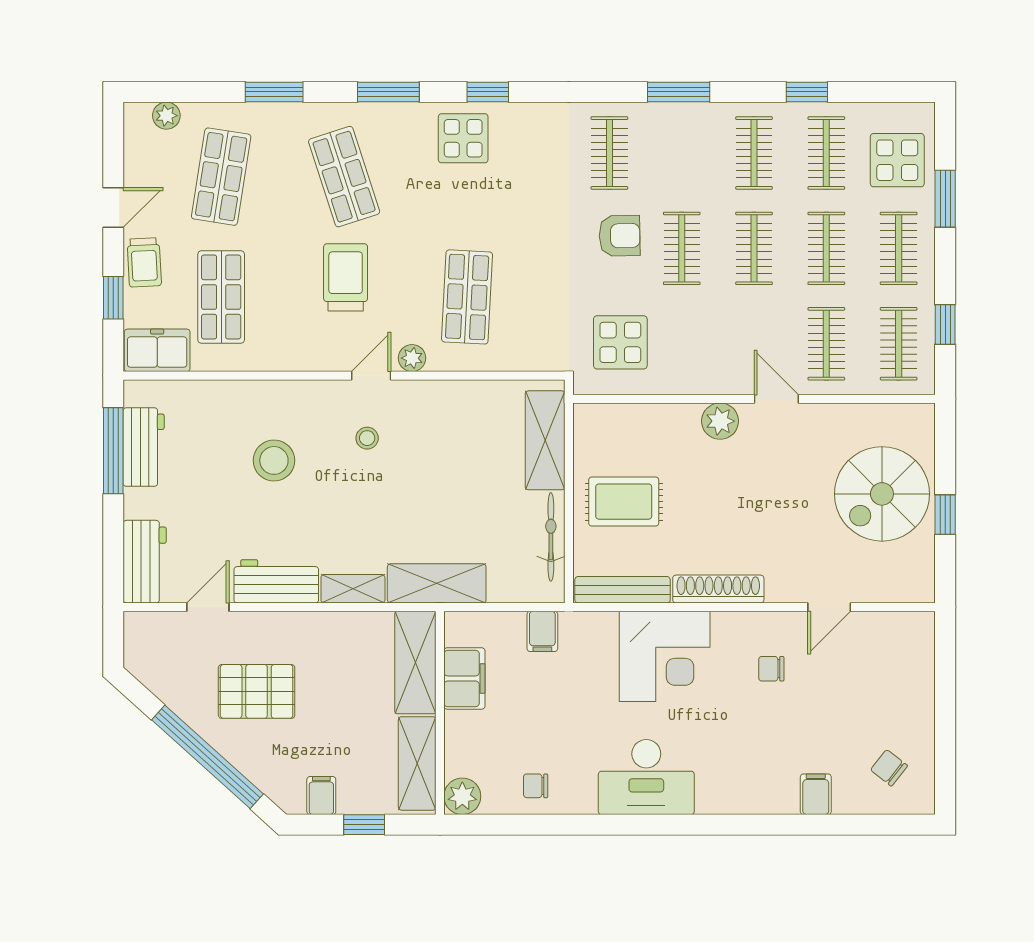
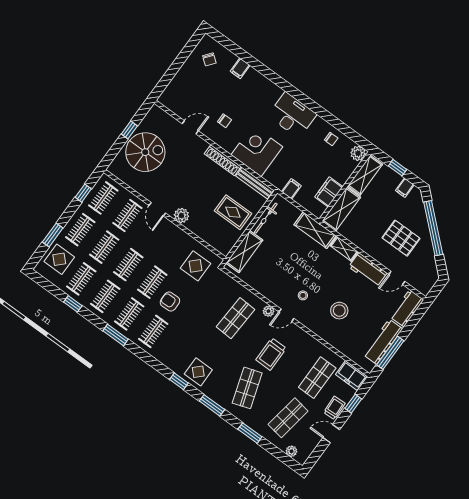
clothes rail: (682, 153) -> (129, 314), added
workbench: (144, 447) -> (383, 342), width x1.38

